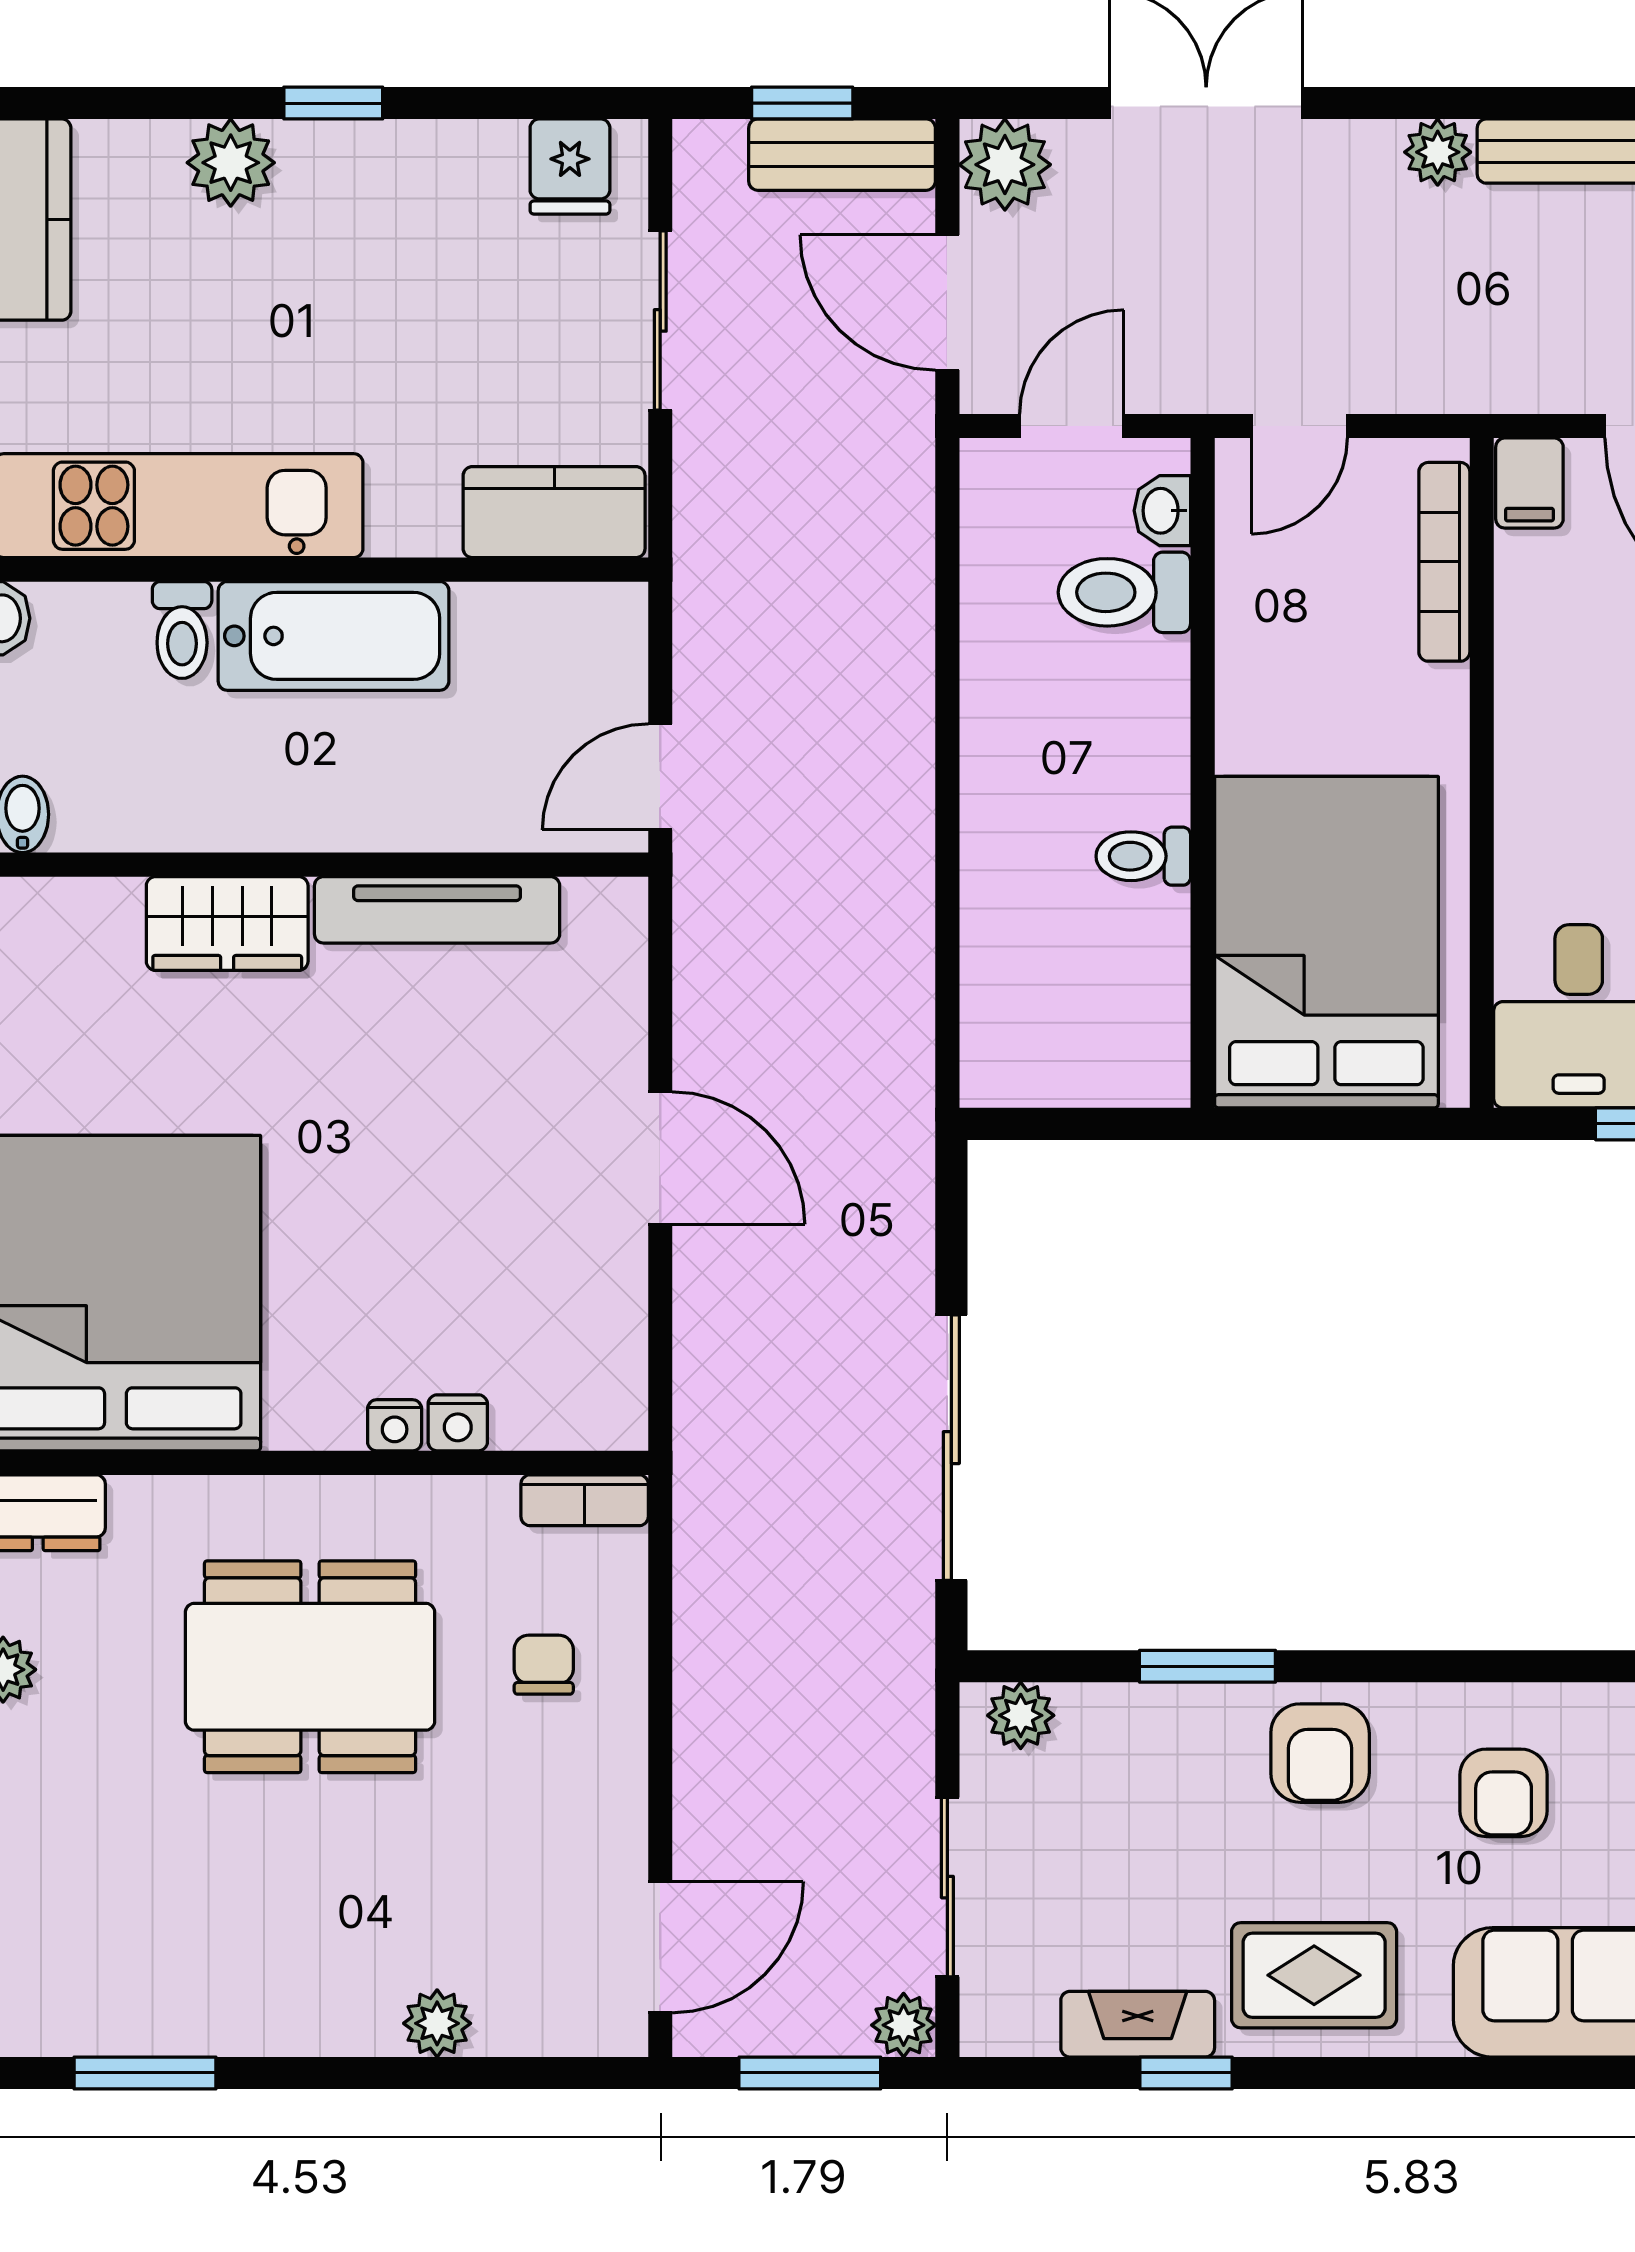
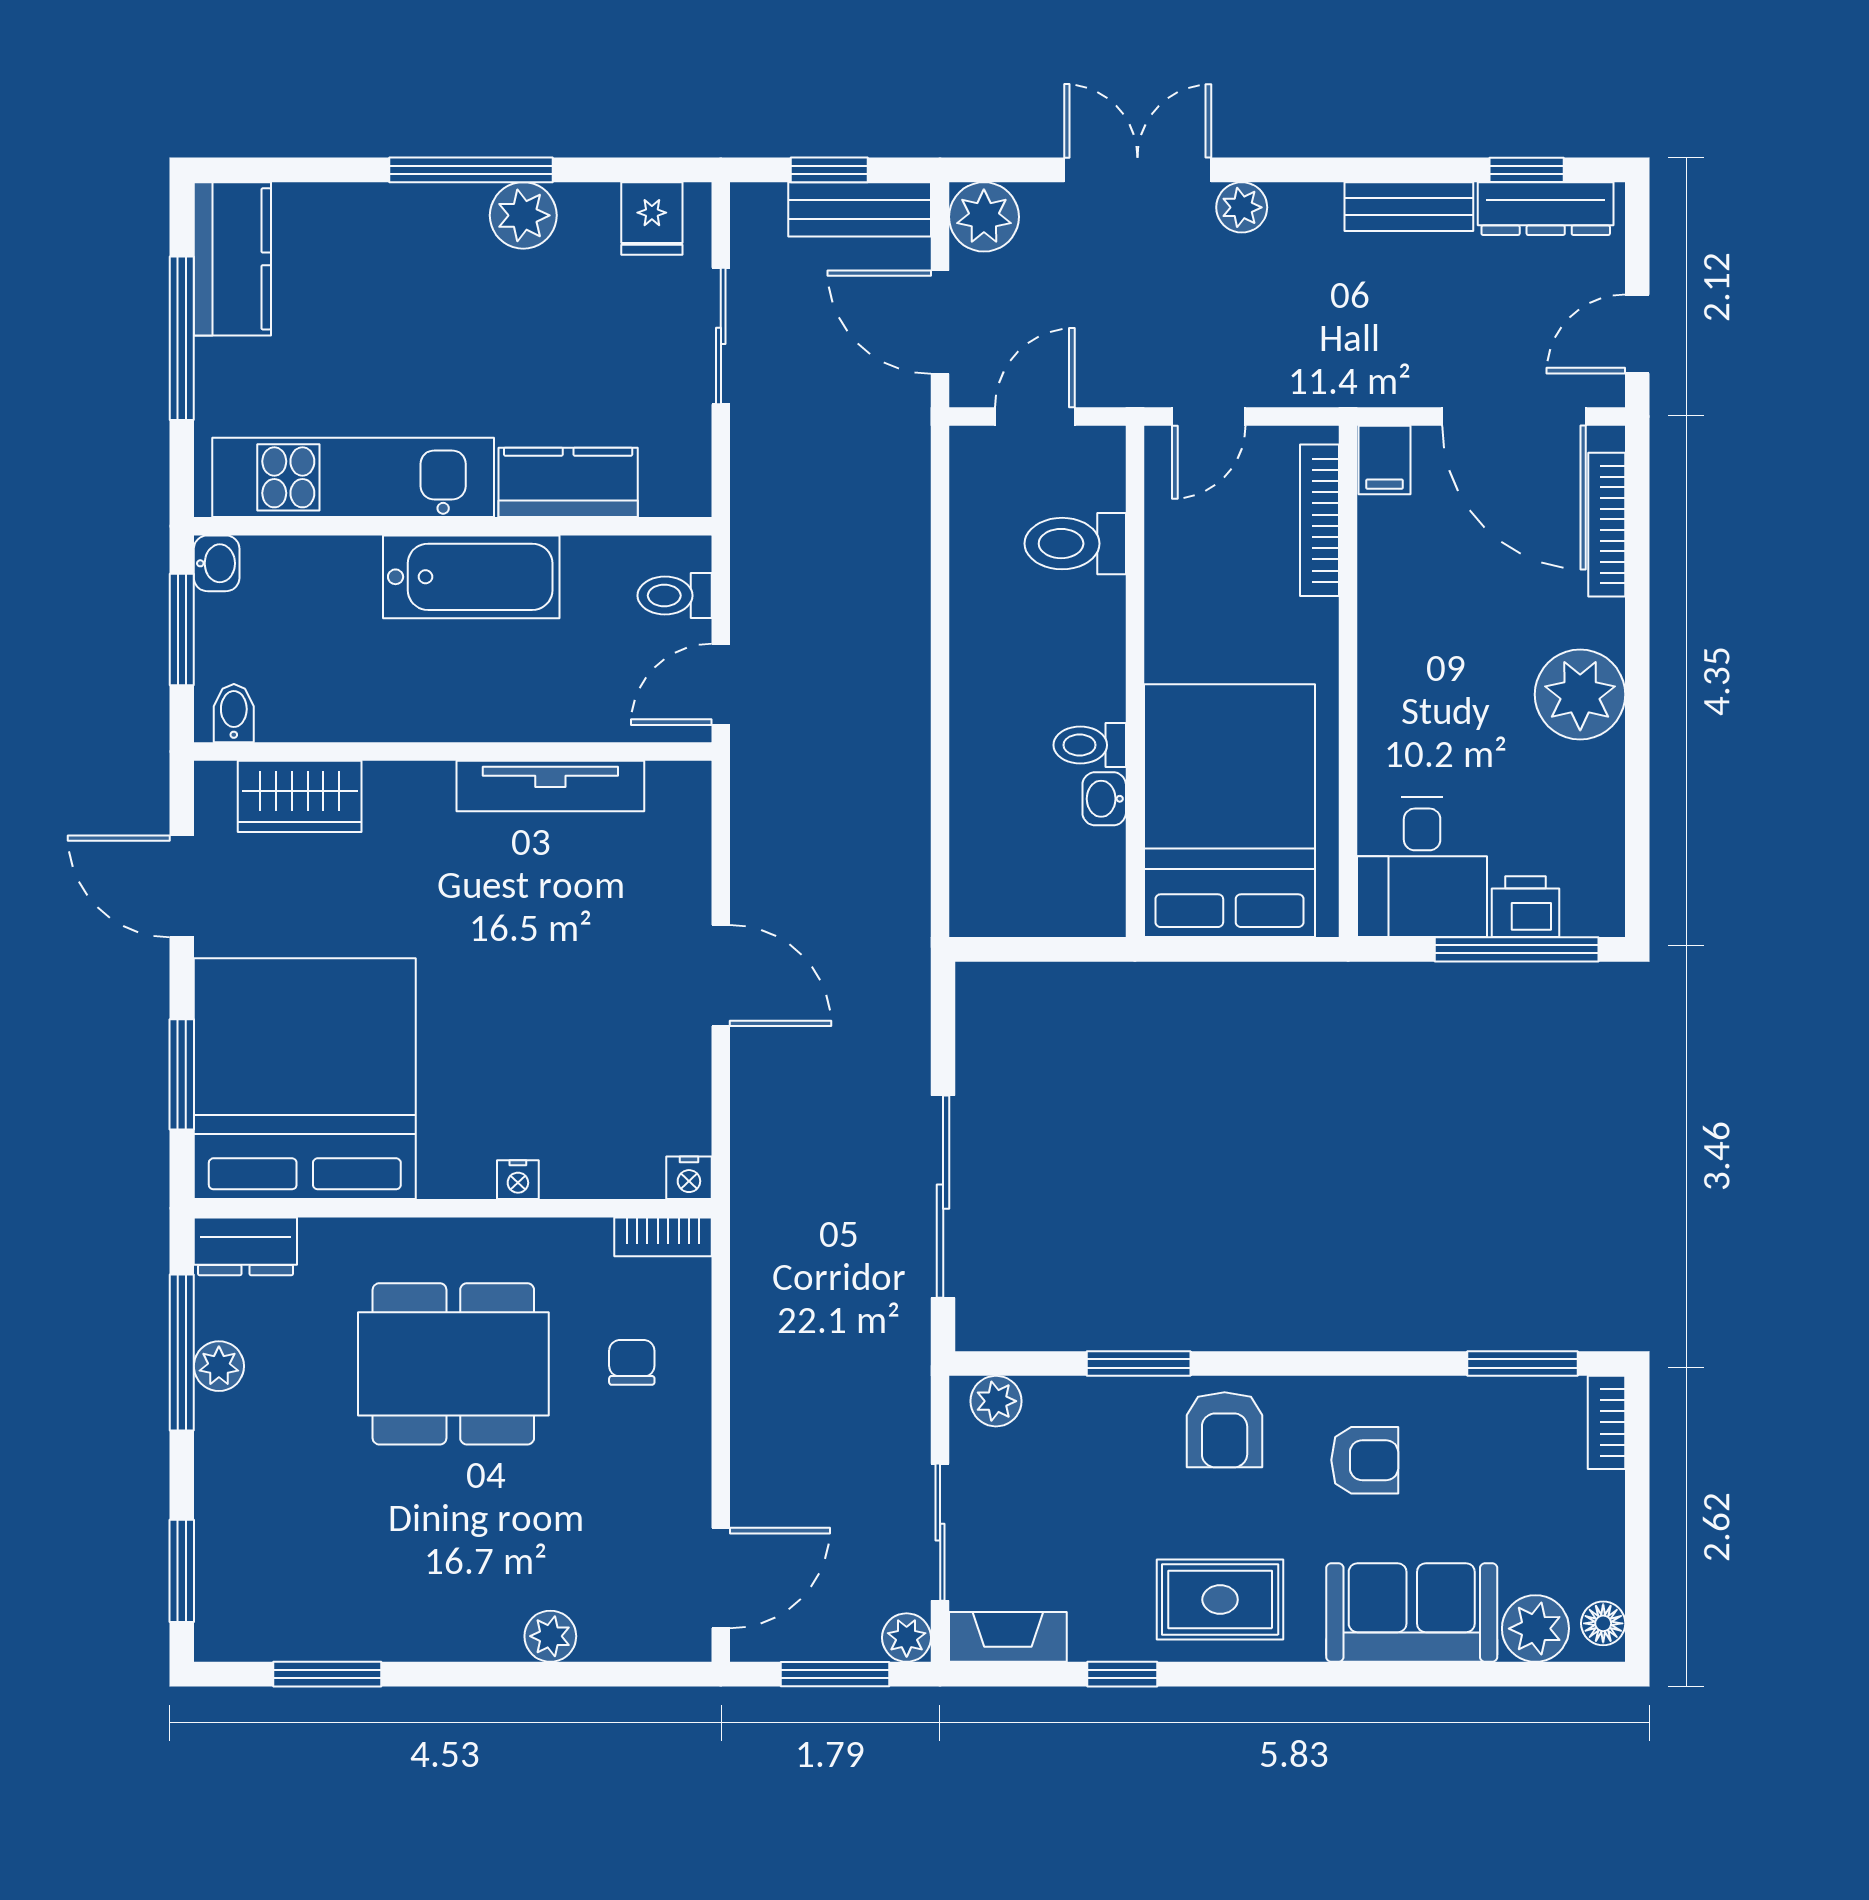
window: (333, 103) -> (471, 170), width x2.17
plant: (1438, 152) -> (1242, 207), moved
plant: (231, 163) -> (523, 215), moved
washbasin: (1162, 511) -> (1104, 799), moved
kitchen counter: (554, 512) -> (568, 482), moved
toilet: (182, 630) -> (675, 596), moved, turned 90
wardrobe: (227, 924) -> (300, 796), moved
nightstand: (458, 1423) -> (689, 1178), moved
armchair: (1504, 1793) -> (1365, 1460), turned -90
fireplace: (1138, 2024) -> (1008, 1637), moved

